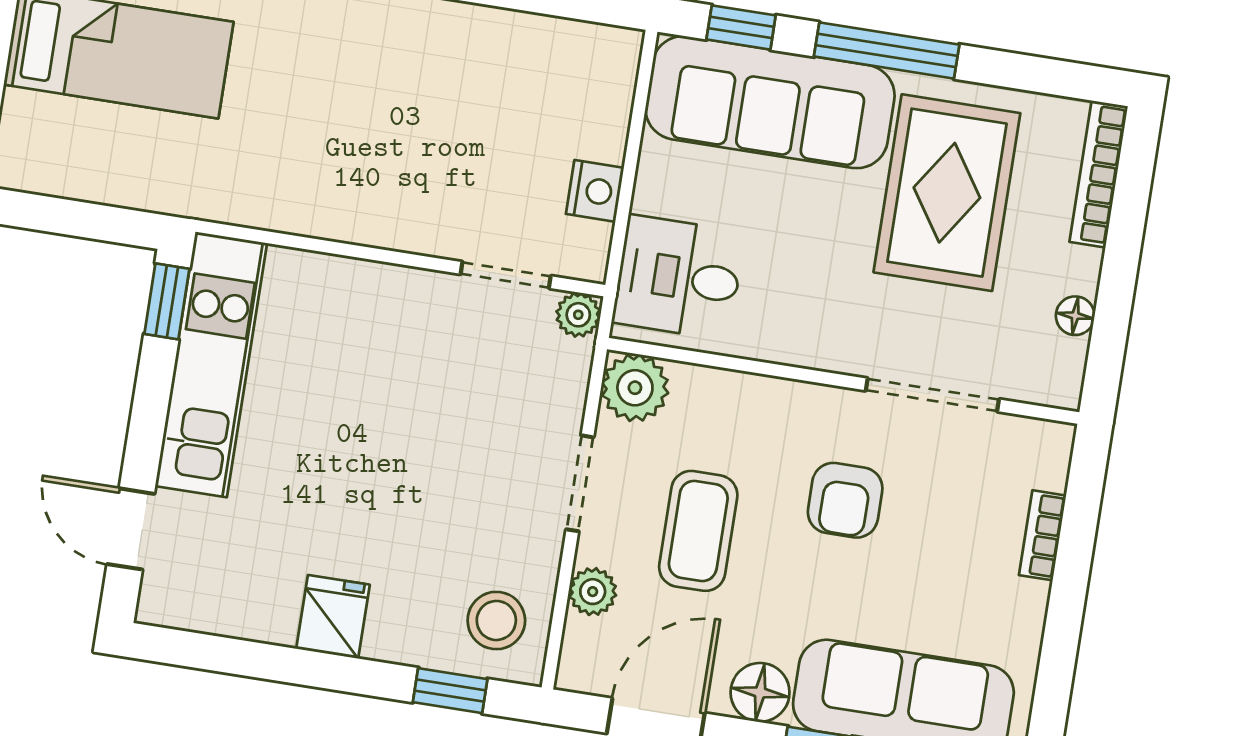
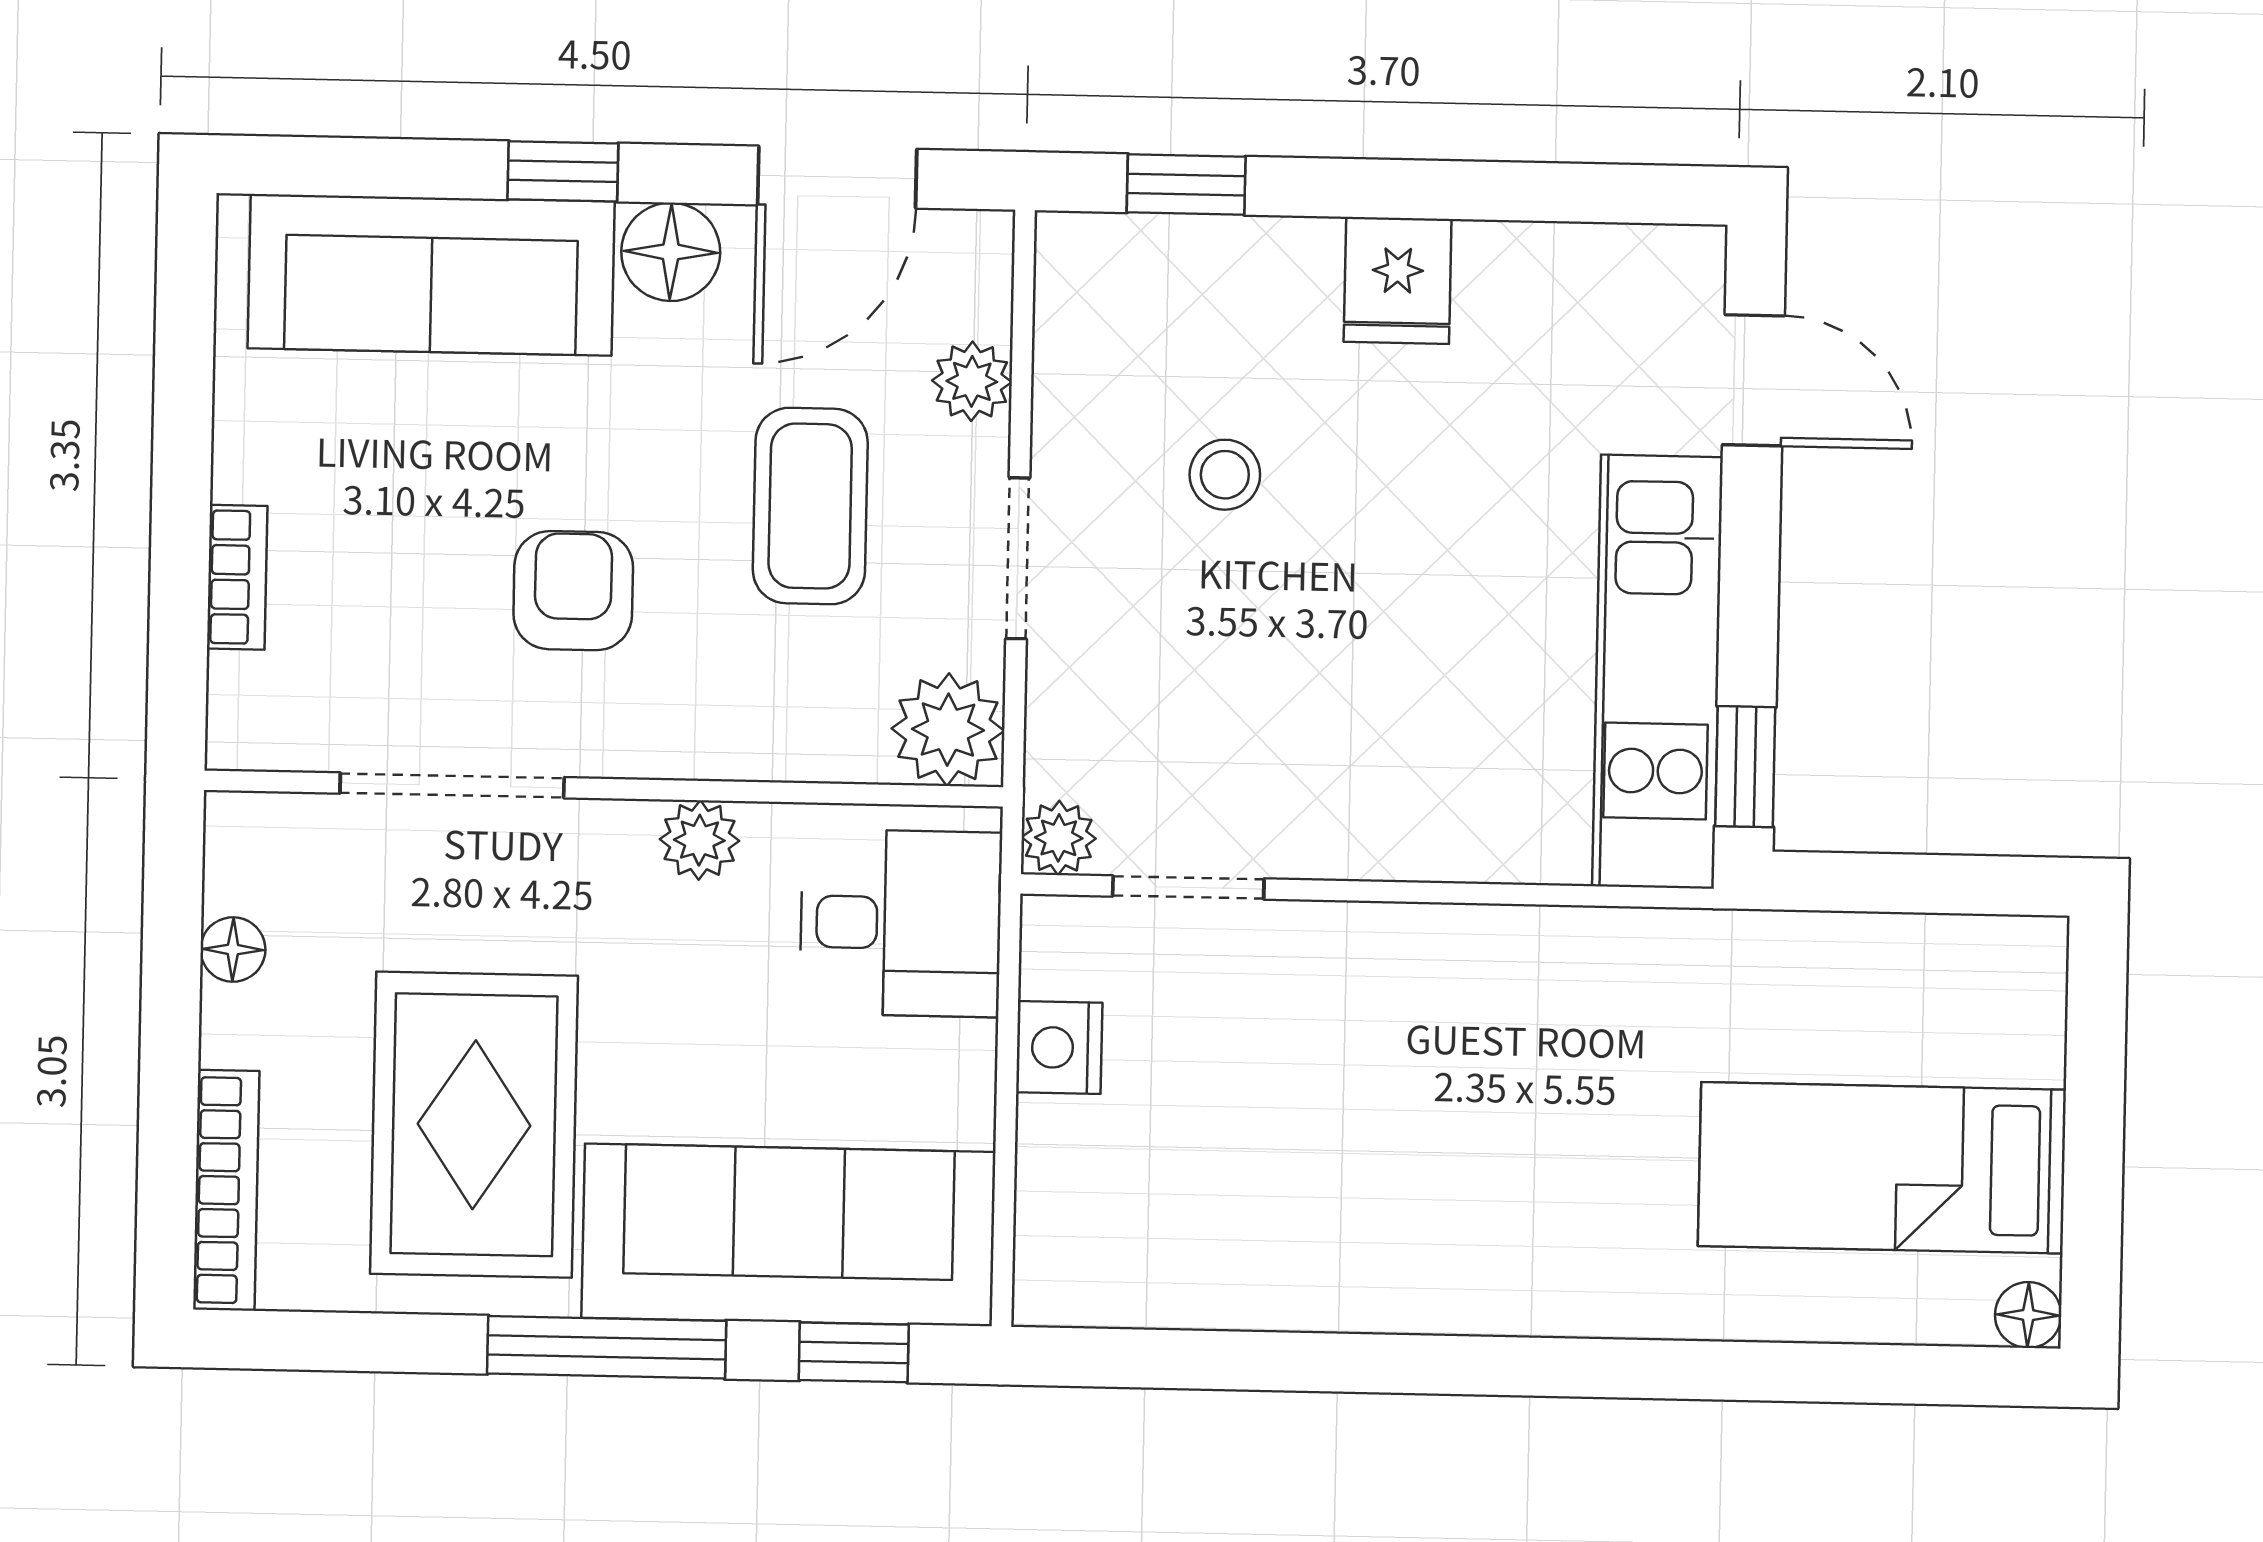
plant: (791, 343) -> (699, 840), added
stool: (496, 620) -> (1225, 475), moved, width x0.73, depth x0.73

